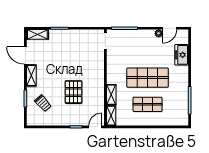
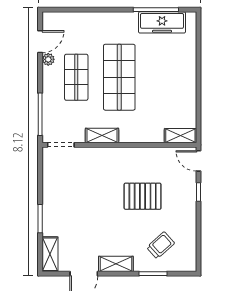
door: (170, 28) -> (40, 42), hinge flipped
freezer: (182, 55) -> (162, 22), moved, width x1.40
shelving: (111, 95) -> (102, 135), moved
shop shelf: (147, 104) -> (76, 77), moved

